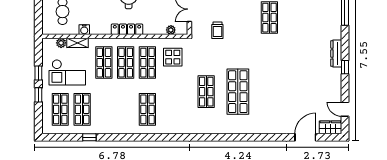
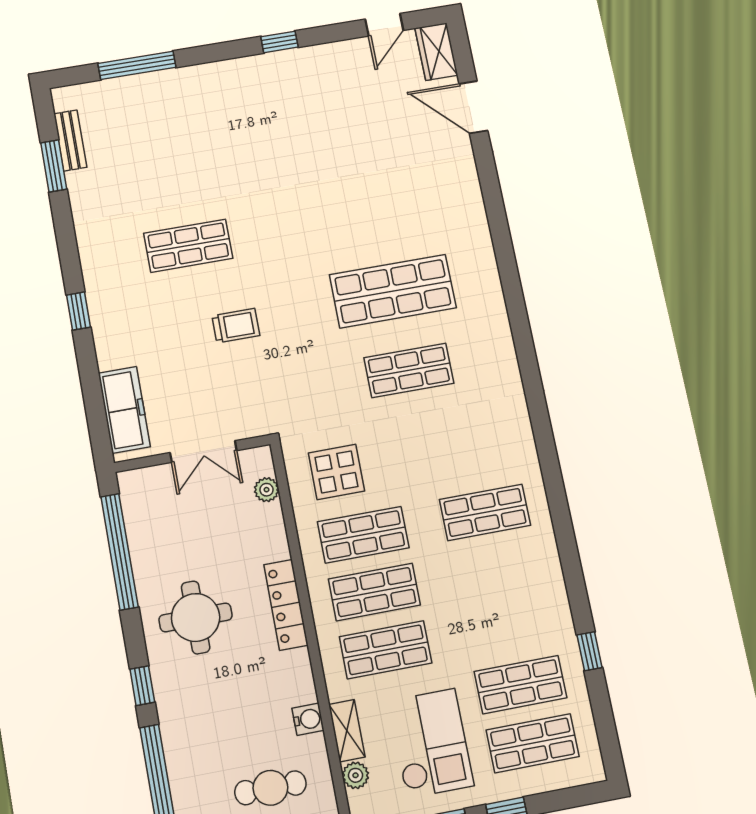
trolley: (217, 30) -> (236, 326), moved
dresser: (336, 54) -> (249, 68), removed

